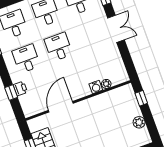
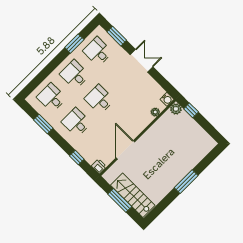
water cooler: (96, 87) -> (167, 99), moved
printer: (20, 89) -> (99, 166), moved
plant: (139, 122) -> (176, 109), moved

